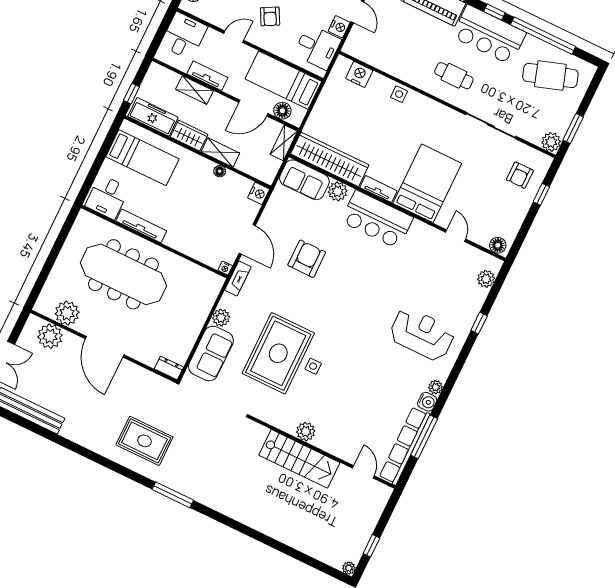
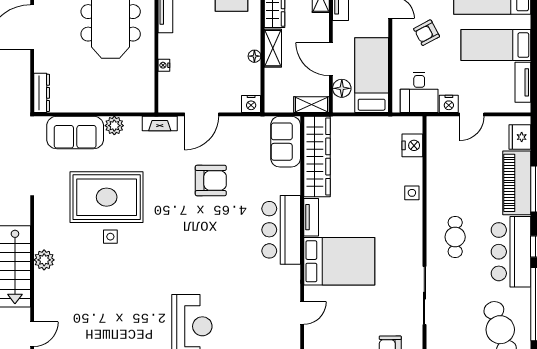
plant: (338, 191) -> (290, 179), removed
nightstand: (225, 268) -> (164, 65), moved
dresser: (169, 368) -> (42, 93), width x1.44

